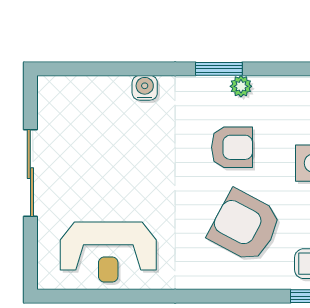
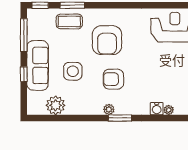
plant: (120, 85) -> (169, 110), added
armchair: (245, 226) -> (107, 40), turned 62

